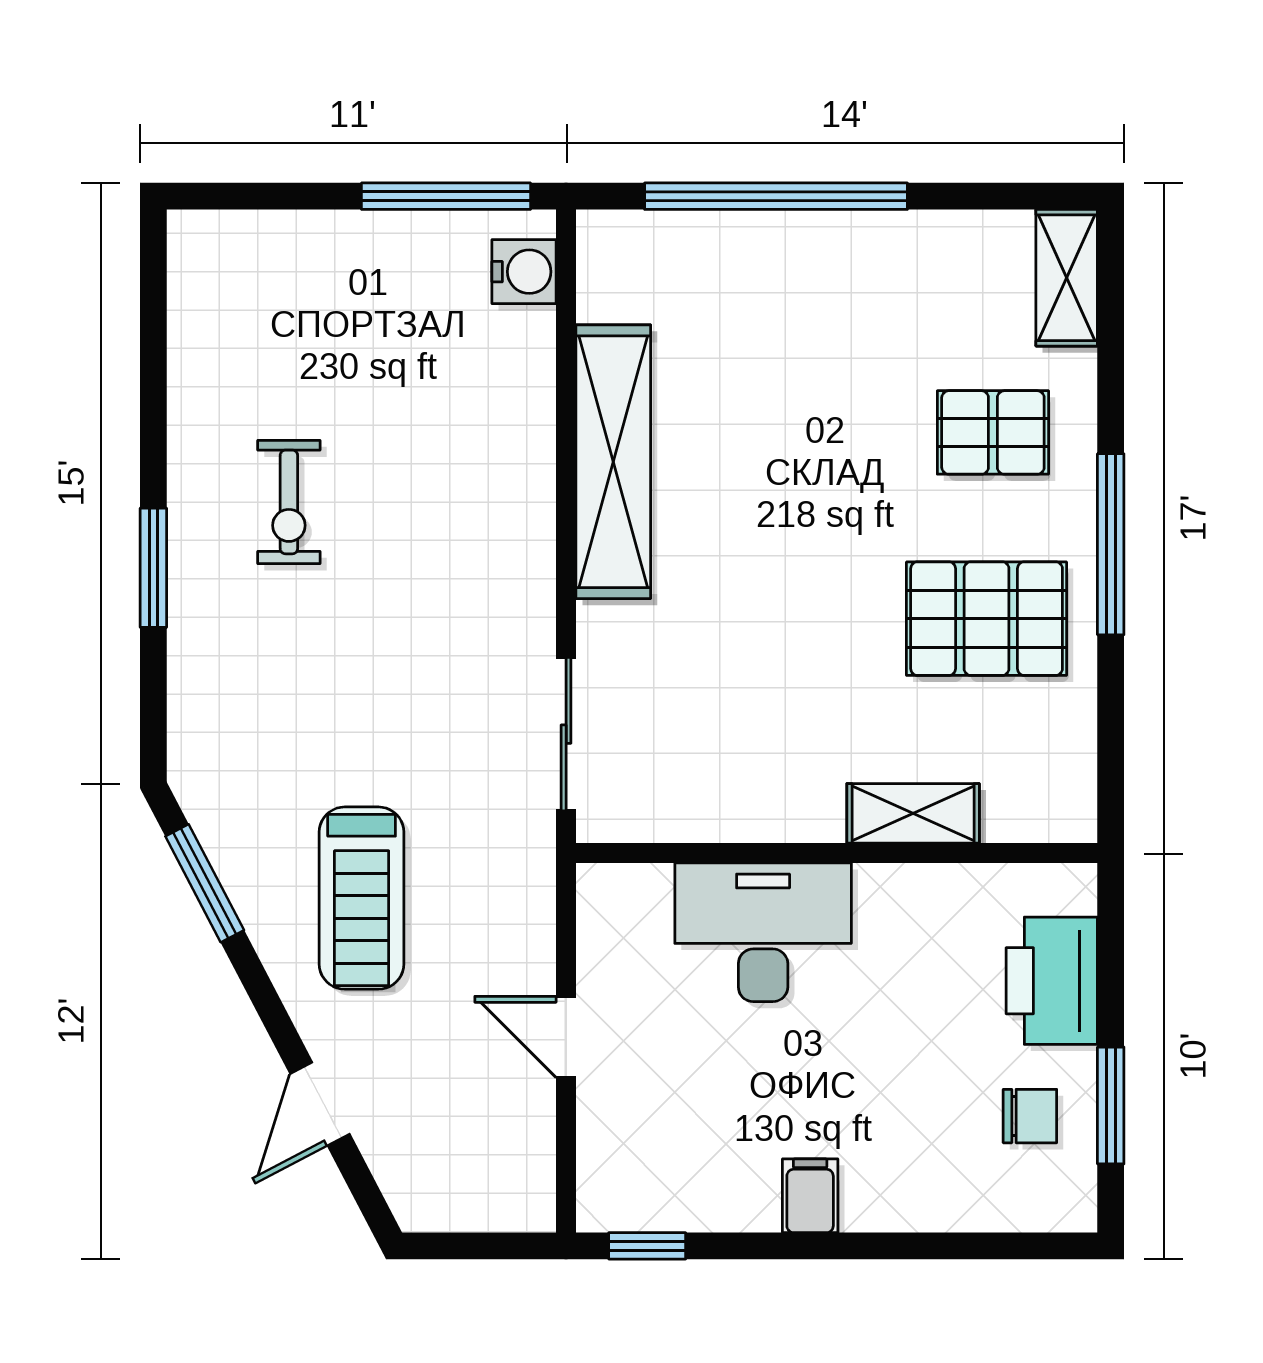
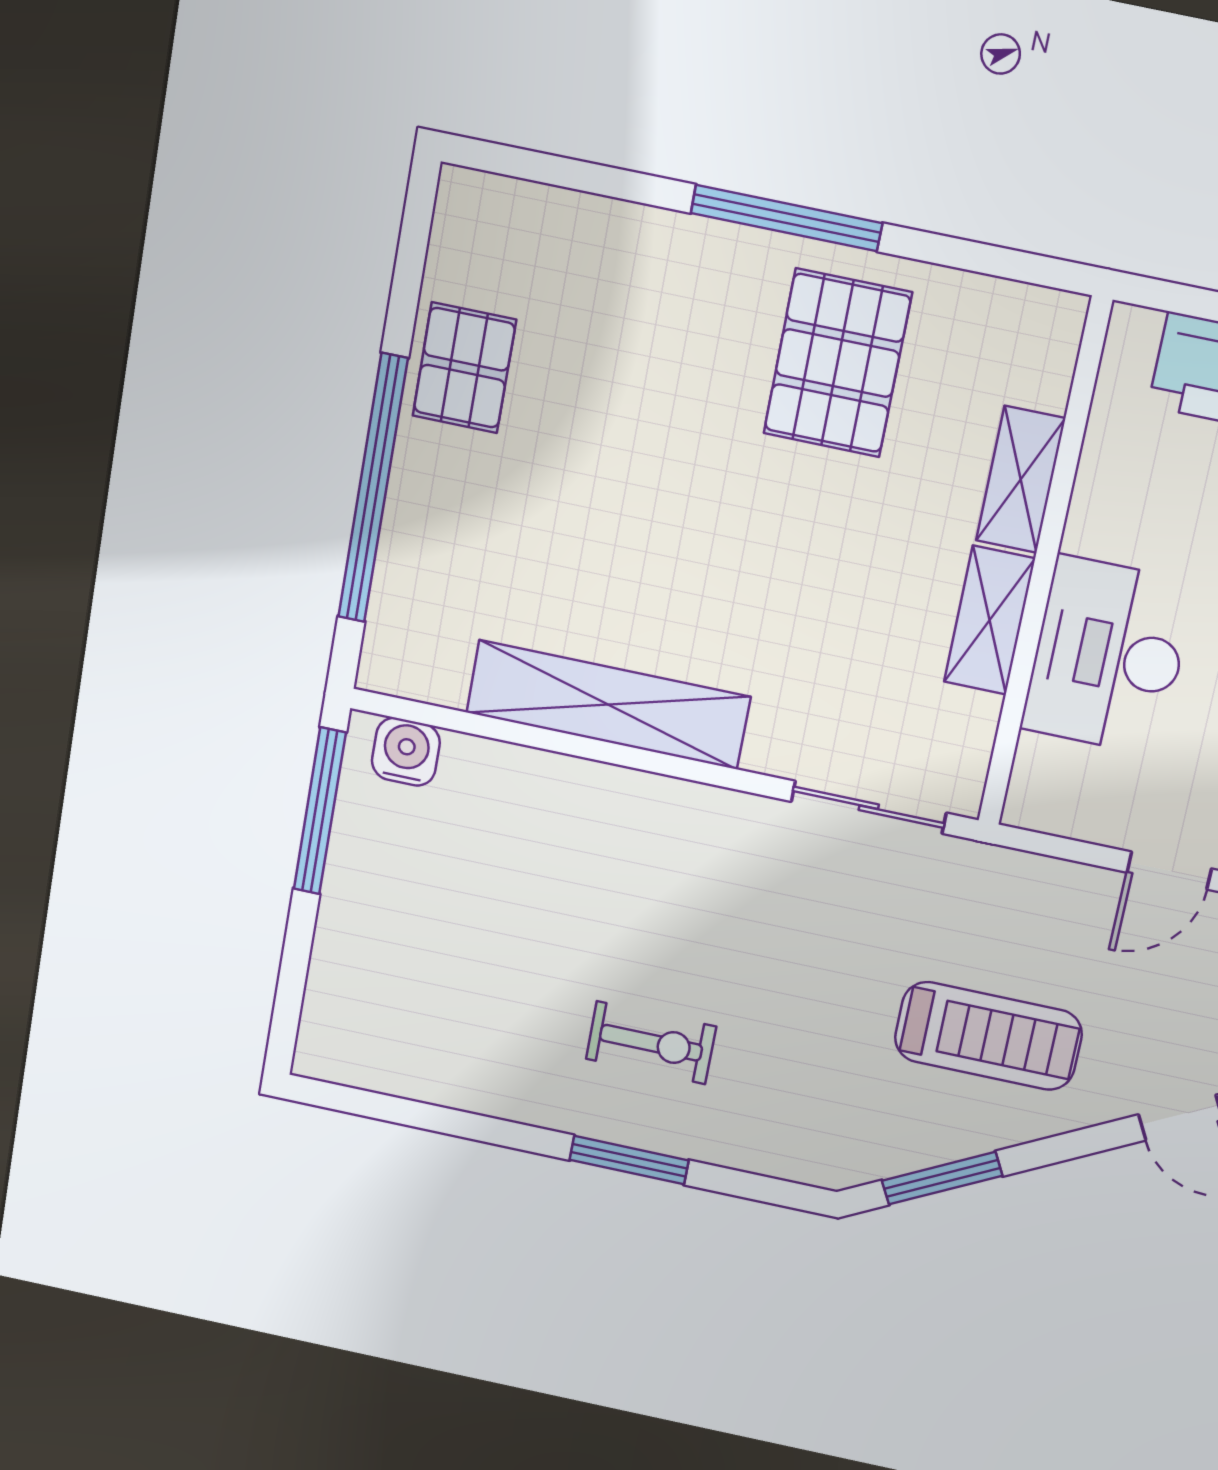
shelving: (1067, 278) -> (990, 620), moved, turned 90
pallet: (993, 432) -> (464, 368), moved
exercise bike: (289, 502) -> (651, 1043), moved

